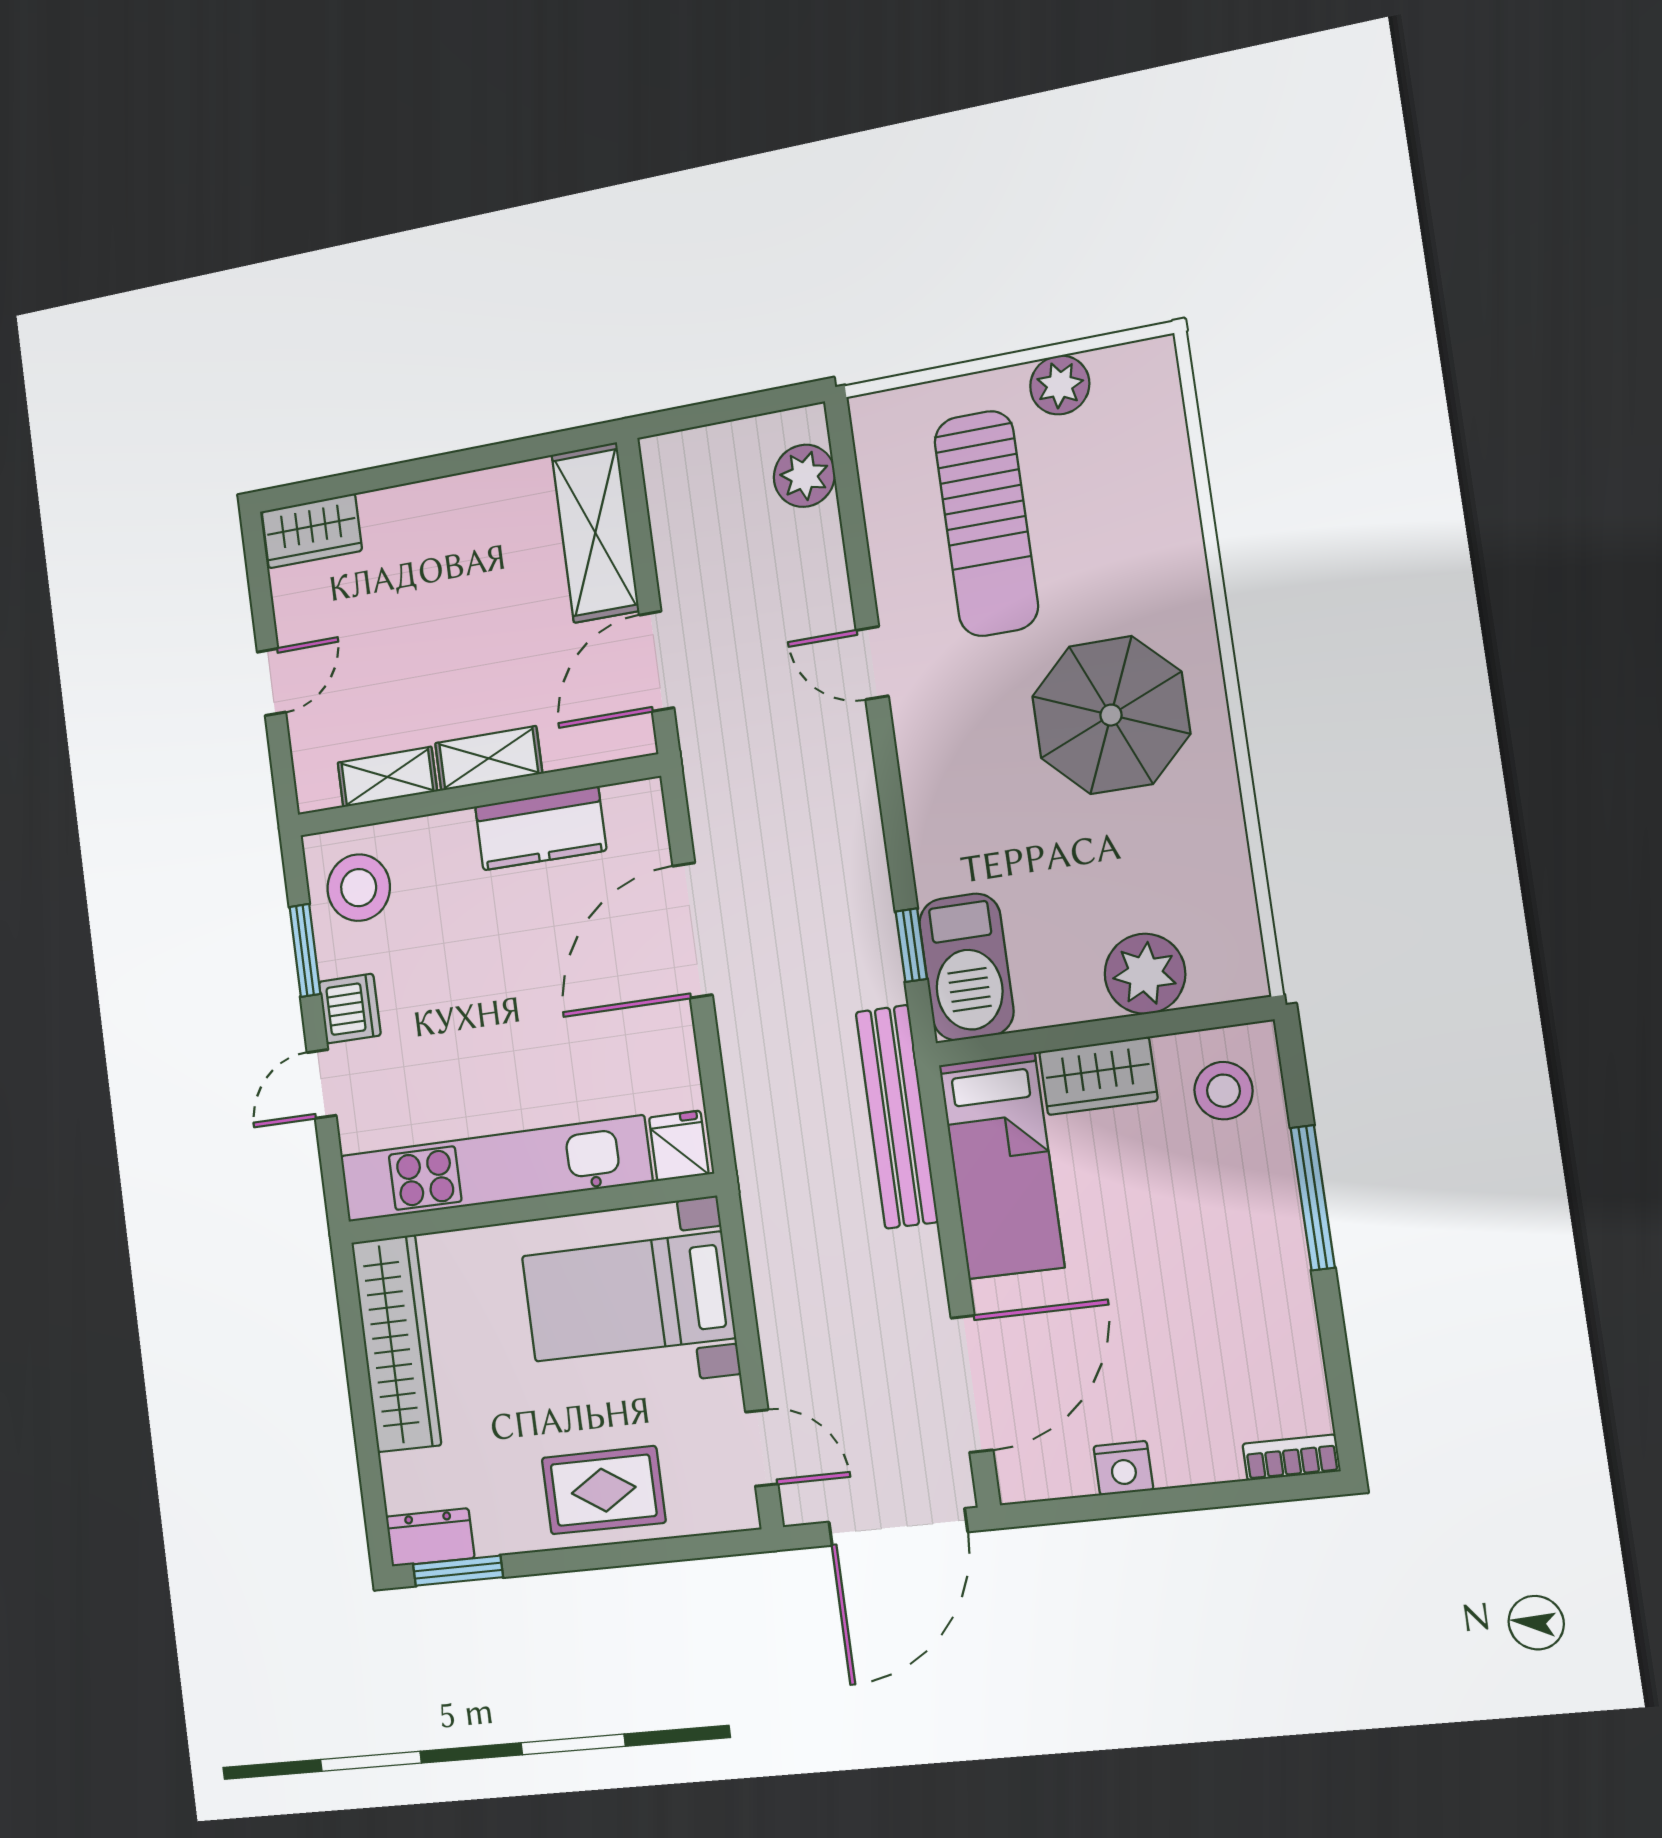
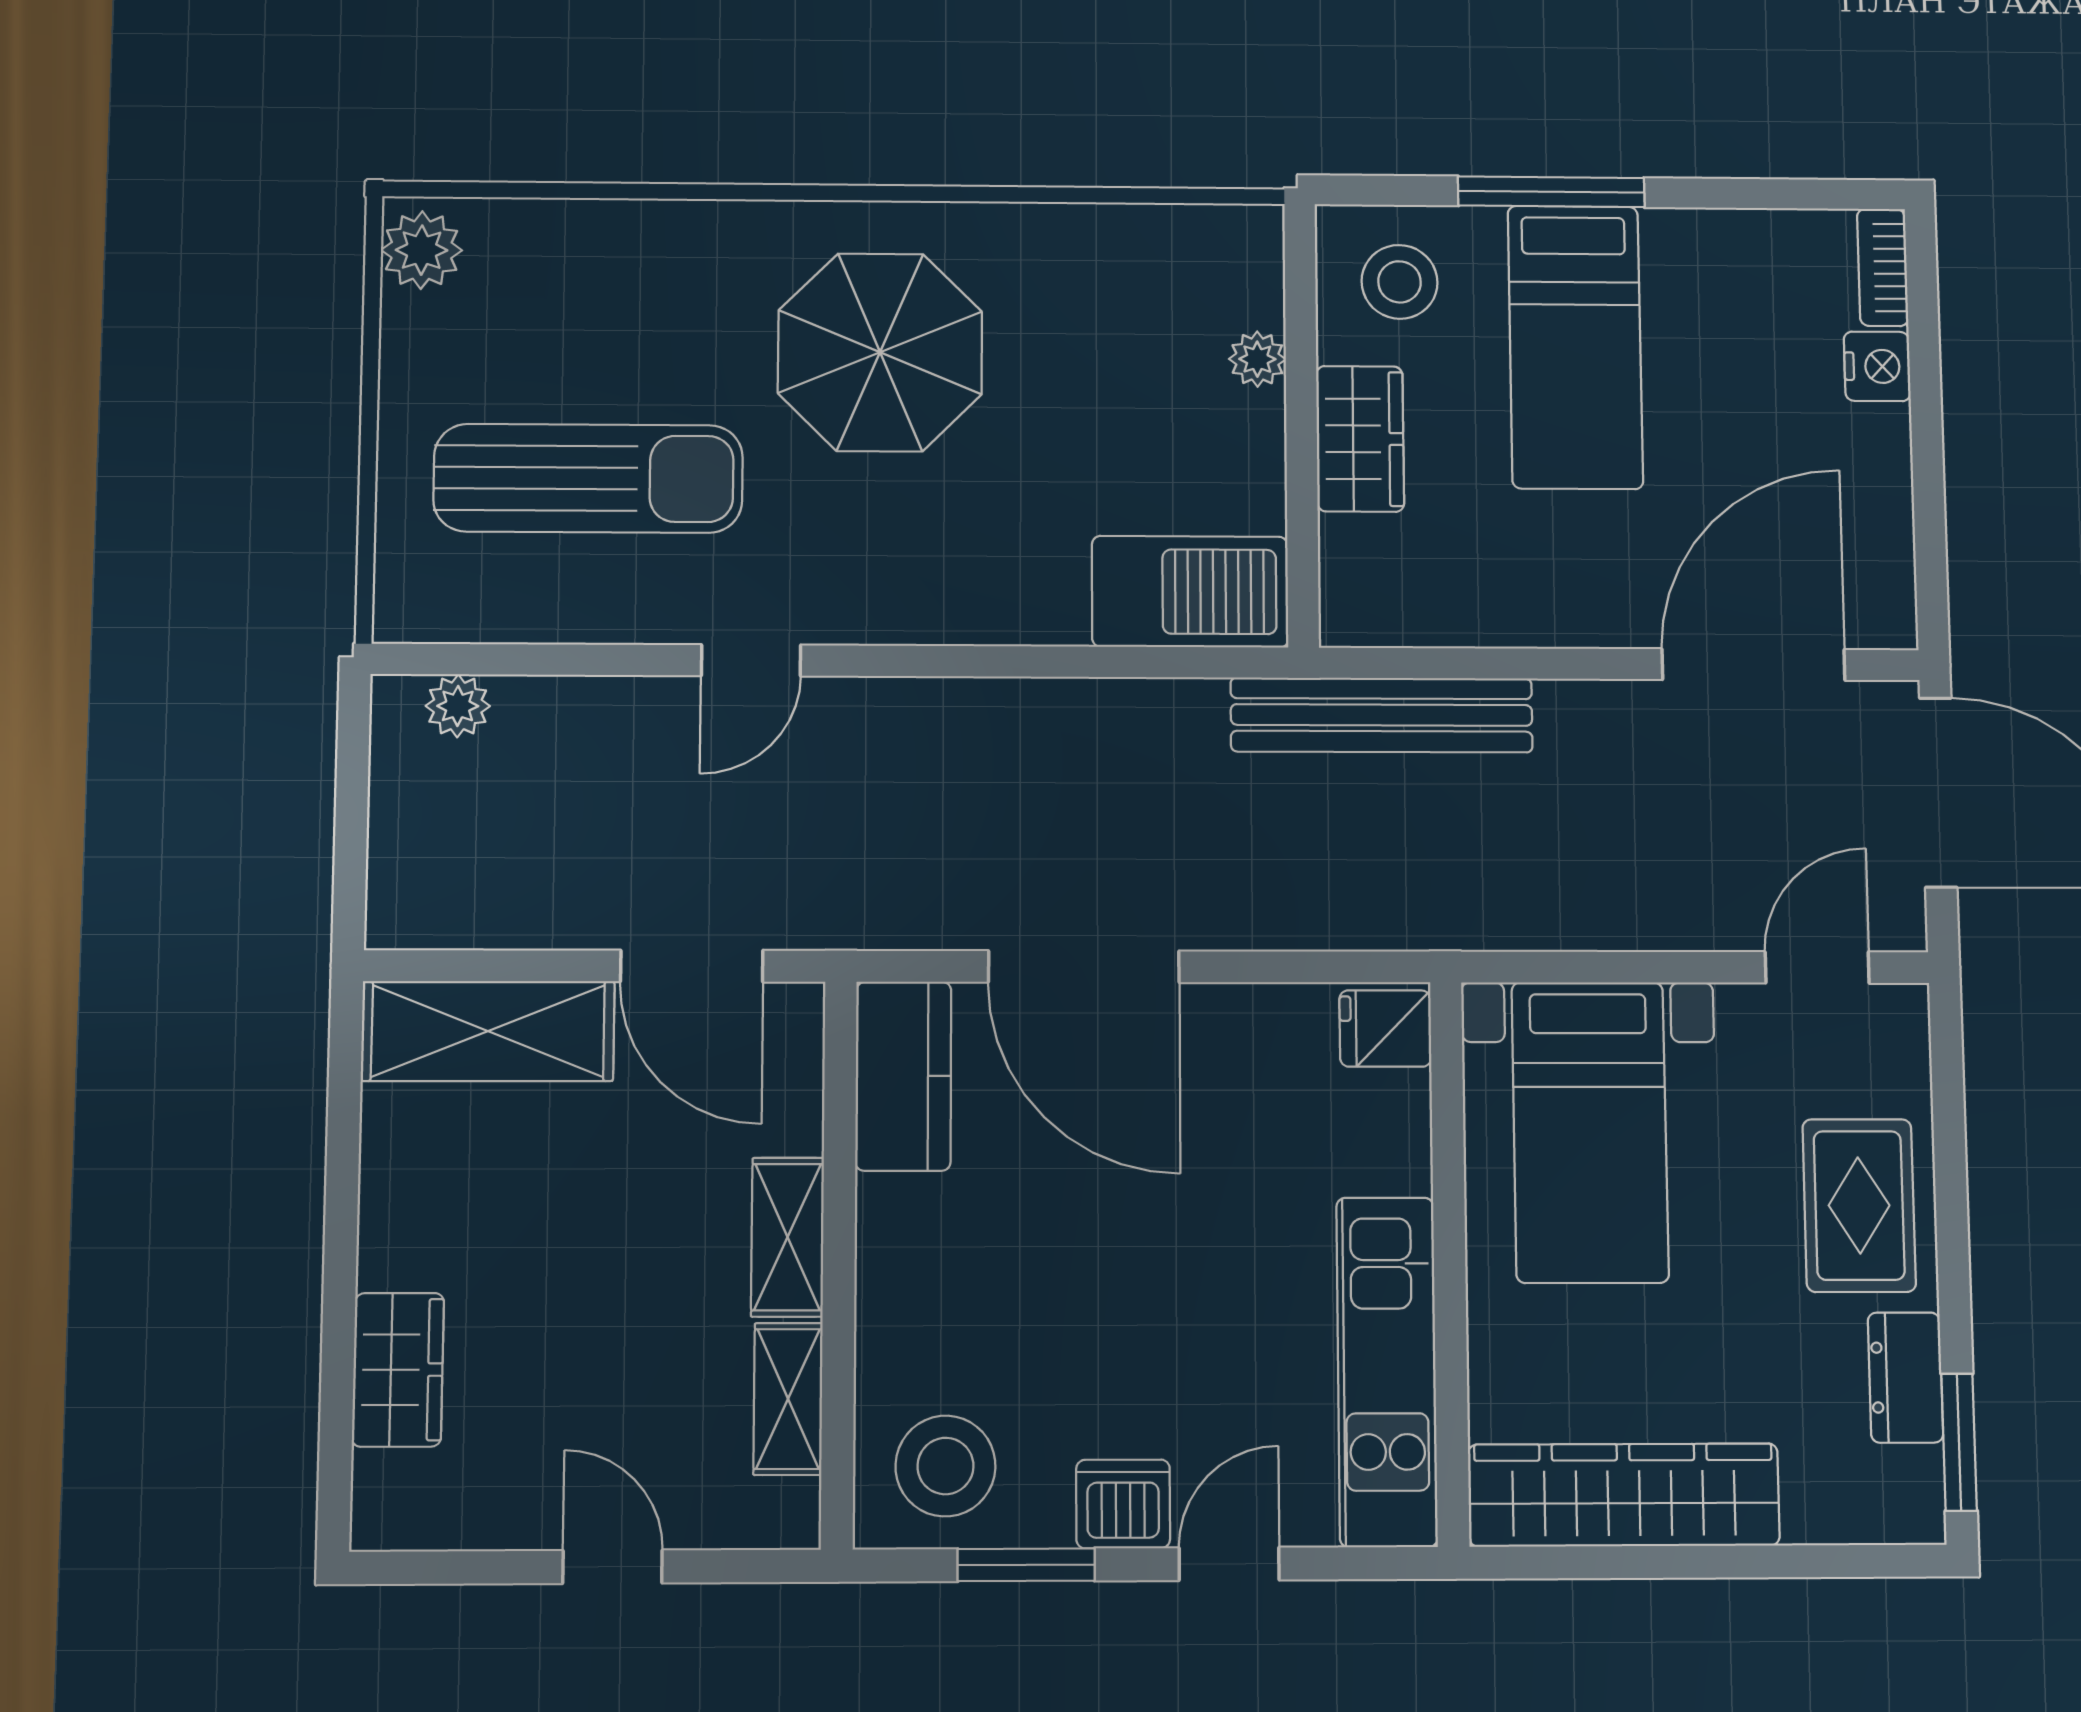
plant: (1060, 385) -> (422, 250), moved
plant: (804, 476) -> (458, 706), width x0.73, depth x0.73
wardrobe: (312, 531) -> (398, 1370), moved
kitchen counter: (541, 828) -> (903, 1076), moved
window: (911, 945) -> (1150, 662), removed
plant: (1145, 974) -> (1257, 359), width x0.53, depth x0.53
door: (322, 1084) -> (1229, 1564), swing flipped
bed: (1002, 1166) -> (1575, 347), moved, turned 90
kitchen unit: (495, 1169) -> (1387, 1371), width x0.73
door: (972, 1384) -> (1753, 665), hinge flipped
nightstand: (1123, 1468) -> (1877, 366), moved
dresser: (430, 1537) -> (1905, 1378), moved

